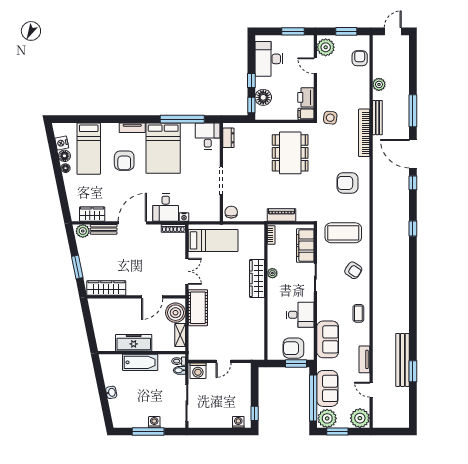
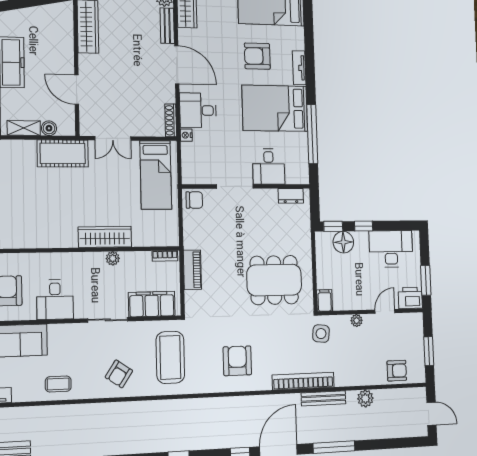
plant: (326, 47) -> (357, 321), moved, width x0.53, depth x0.53
printer: (306, 97) -> (410, 298), moved
desk: (208, 136) -> (269, 167), moved, turned 90
boiler: (176, 313) -> (49, 128), width x0.54, depth x0.54

